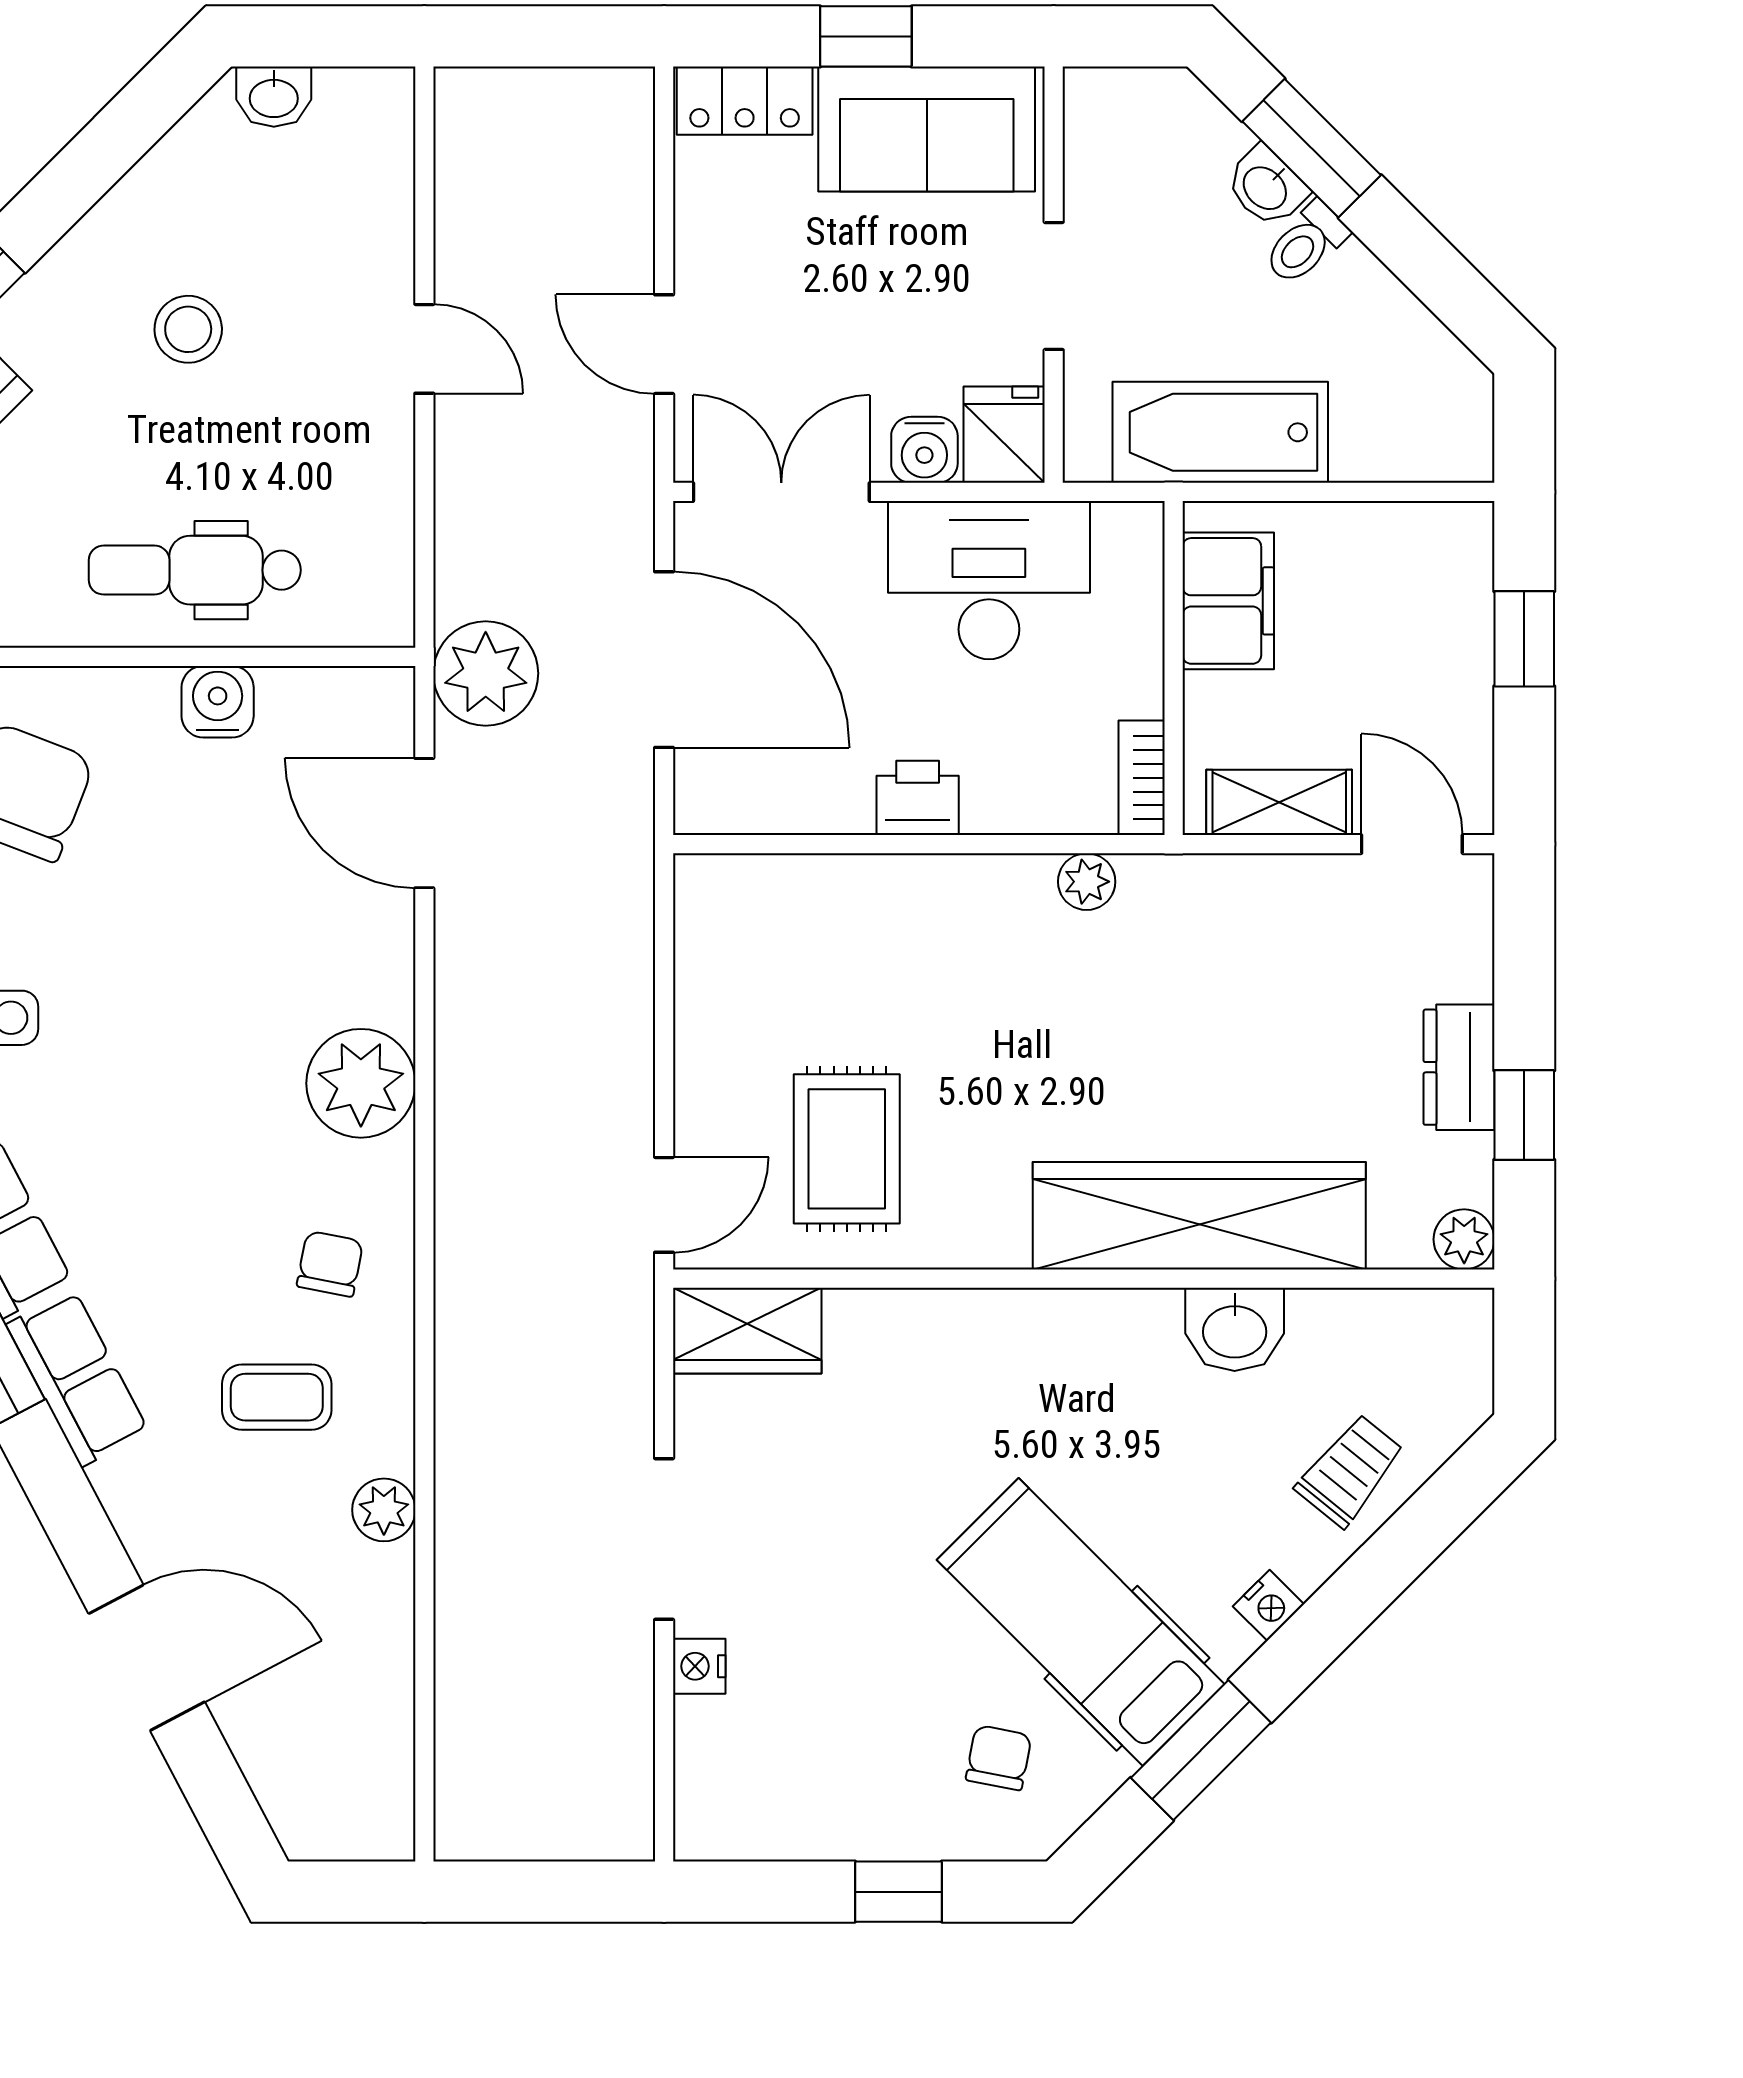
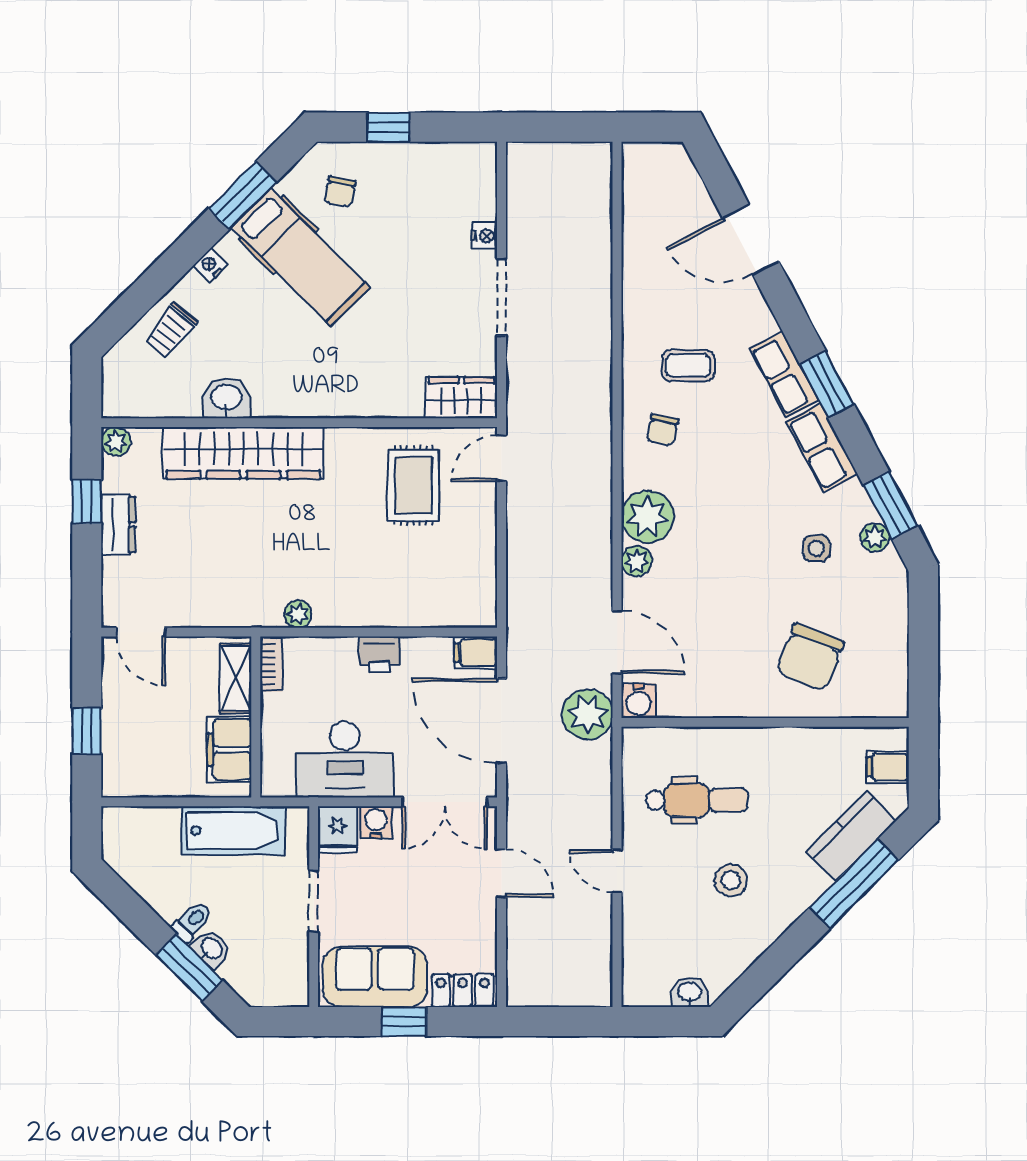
dental chair: (195, 570) -> (697, 800), moved
water cooler: (218, 702) -> (639, 701), moved
filing cabinet: (717, 802) -> (476, 652), added
shelving: (1279, 802) -> (236, 678), moved, turned 90
plant: (384, 1510) -> (637, 561), moved

